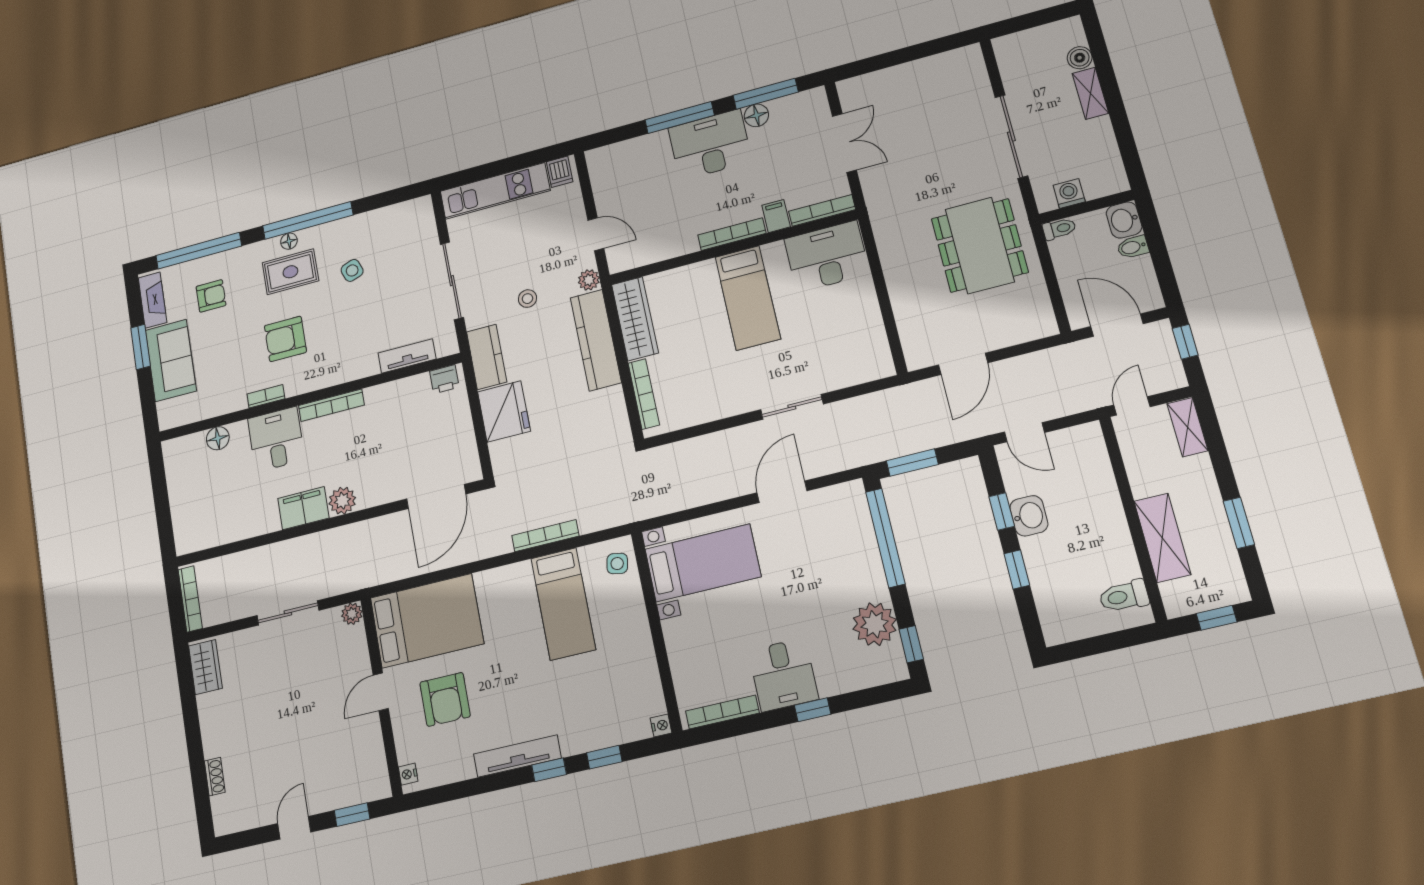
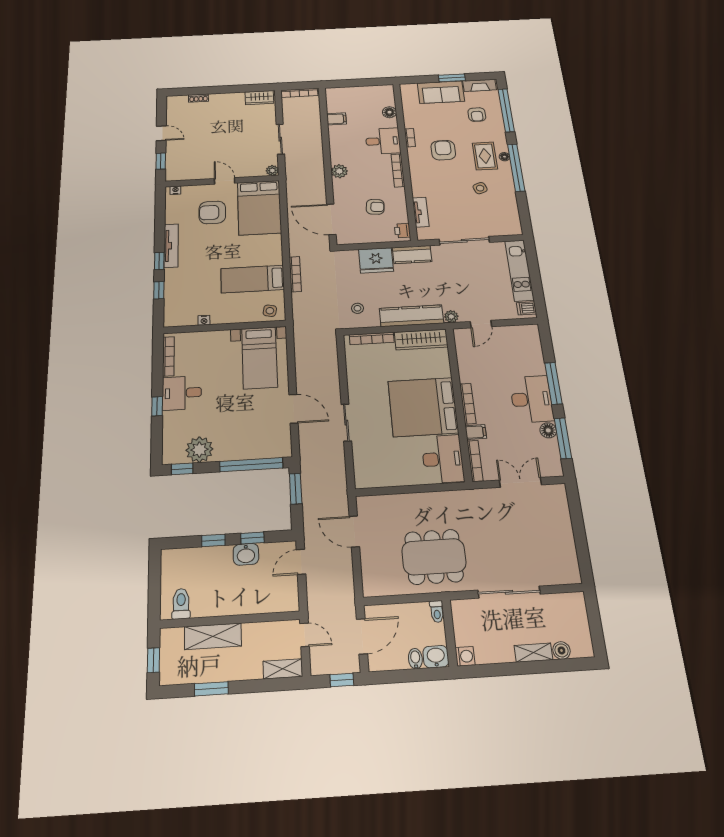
double door: (844, 143) -> (520, 482), swing flipped
washing machine: (1069, 193) -> (465, 656), moved
bed: (748, 298) -> (423, 407), width x2.04
stool: (527, 299) -> (358, 308), moved
armchair: (405, 430) -> (375, 207), added
filing cabinet: (303, 508) -> (337, 119), moved, width x0.50
nightstand: (661, 725) -> (204, 320), moved

